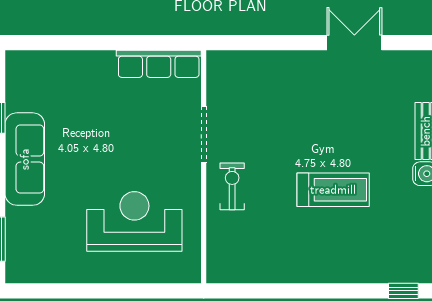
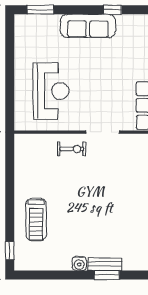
treadmill: (333, 190) -> (36, 219), moved

